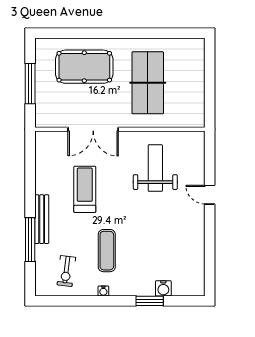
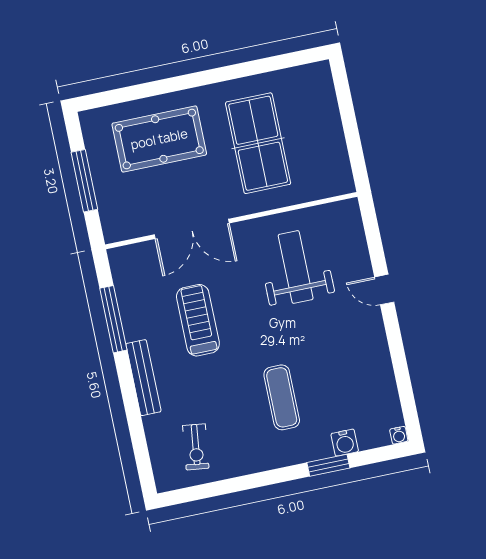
window: (30, 240) -> (113, 319), moved
exercise mat: (107, 251) -> (282, 397), moved
water cooler: (103, 291) -> (399, 435), moved

